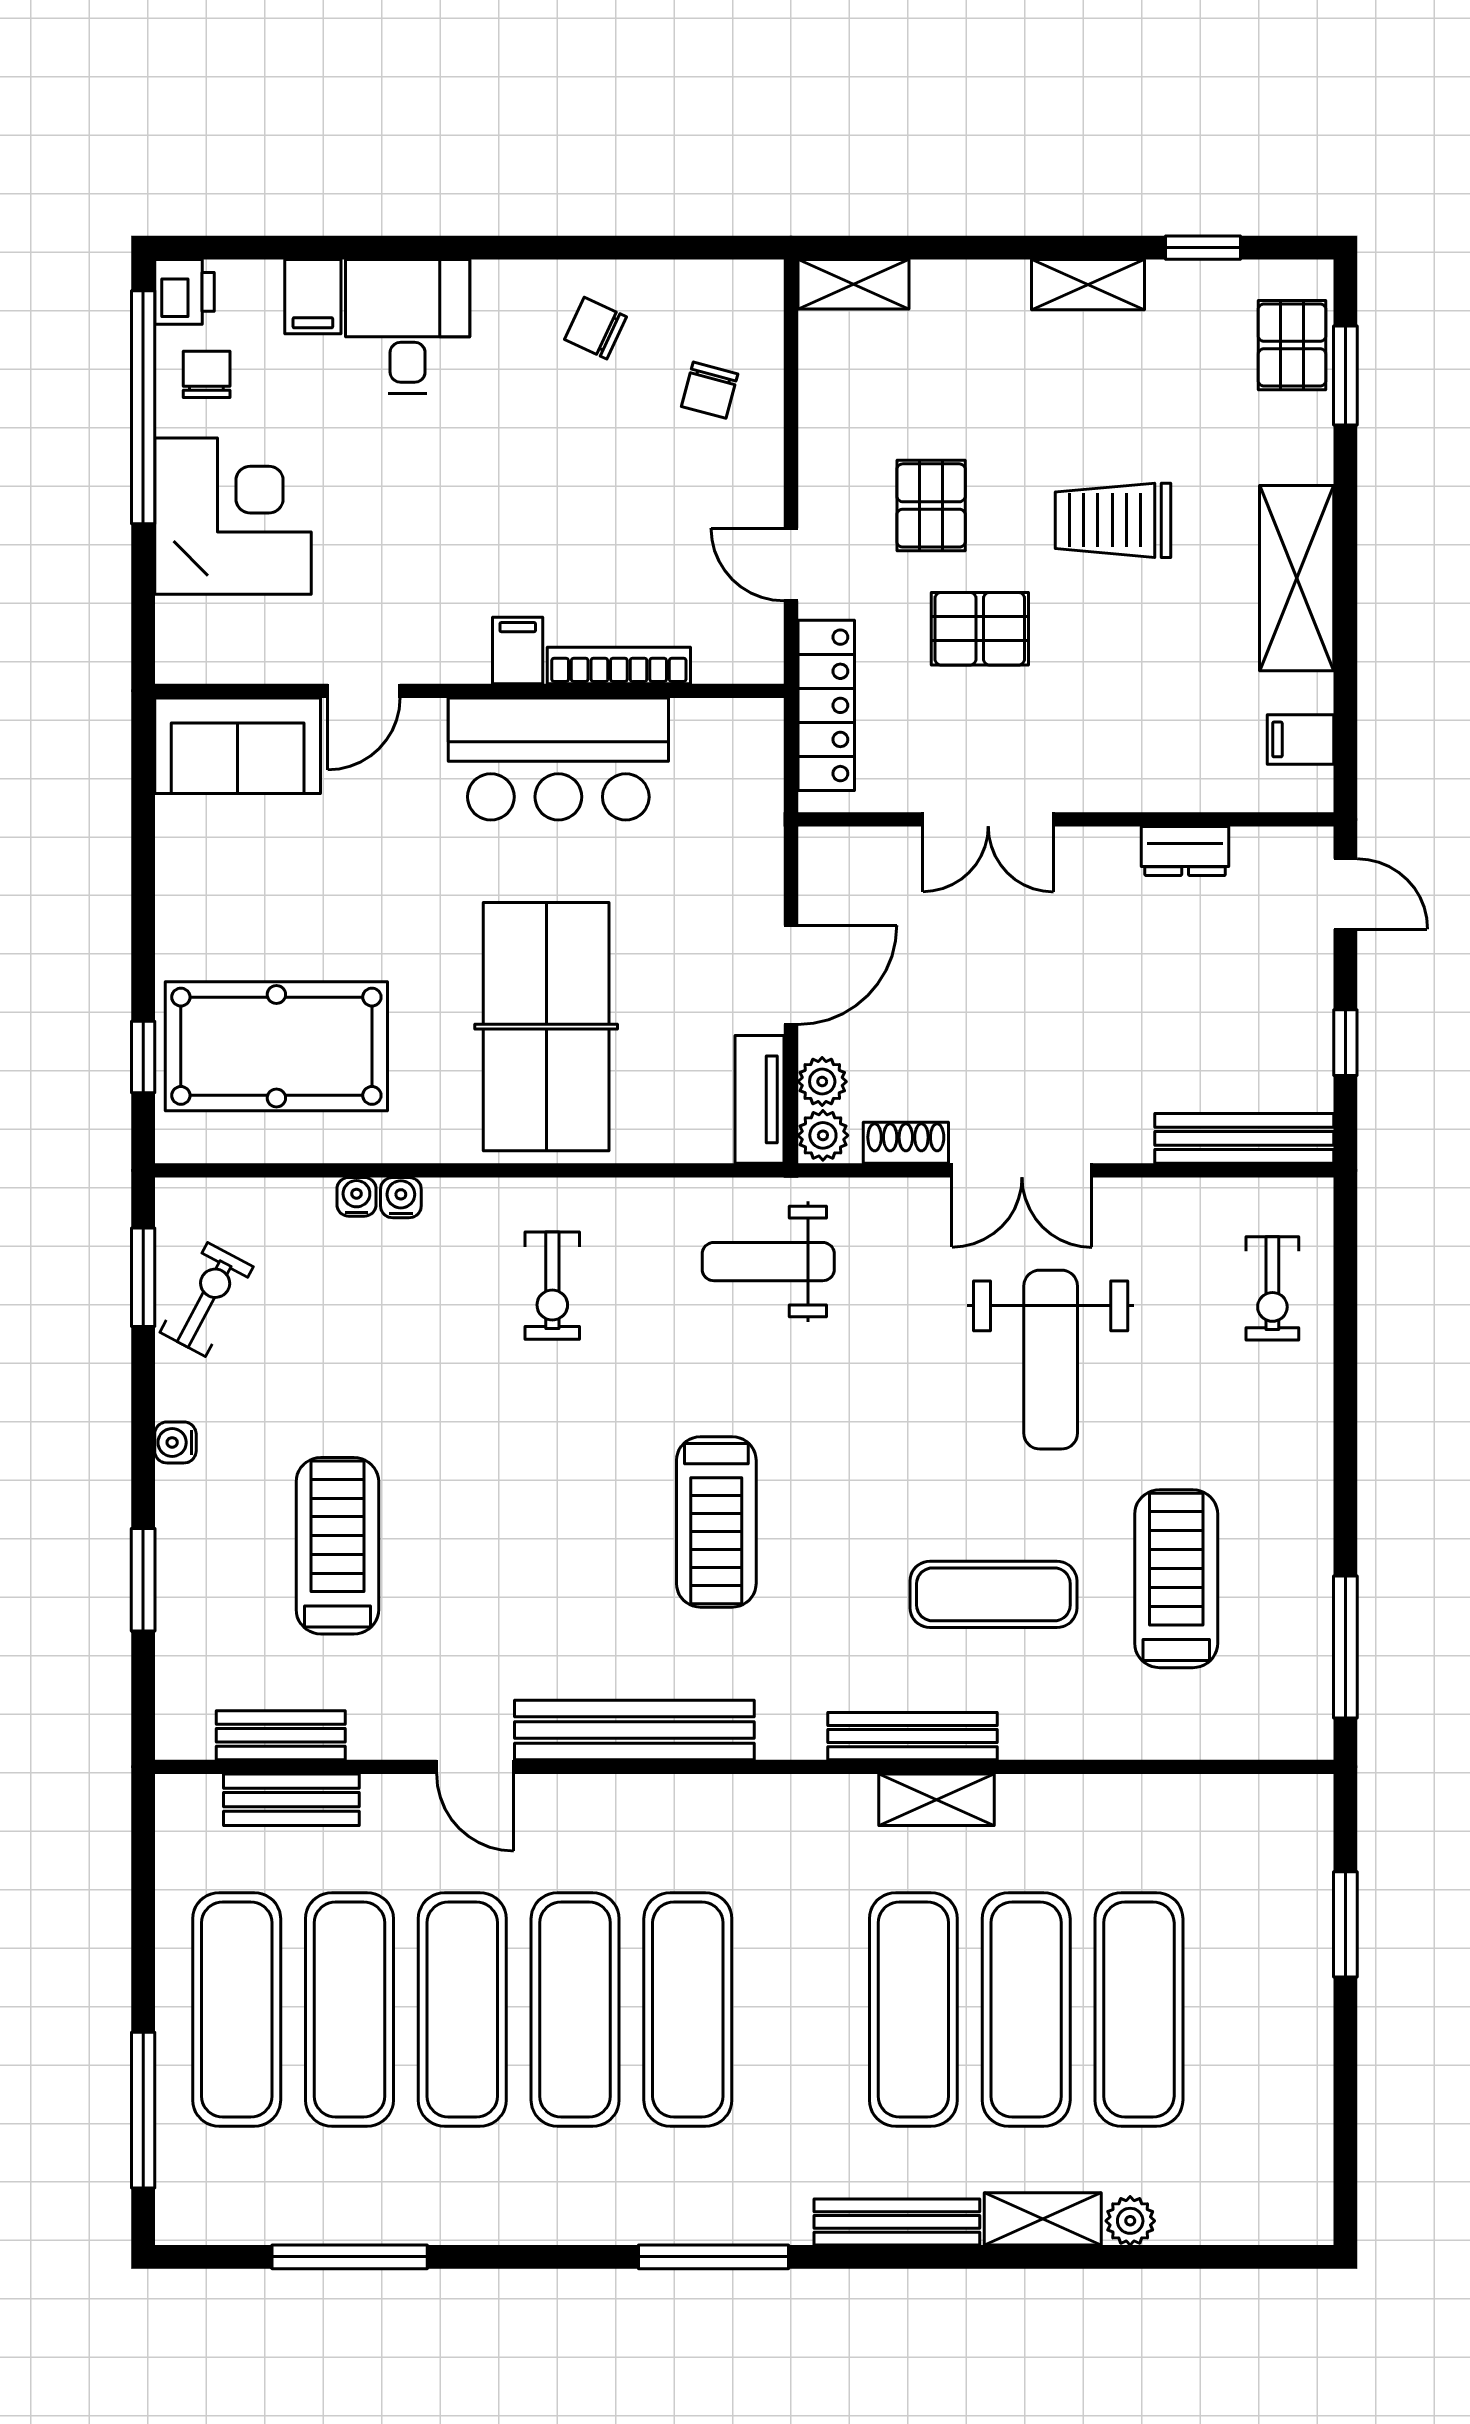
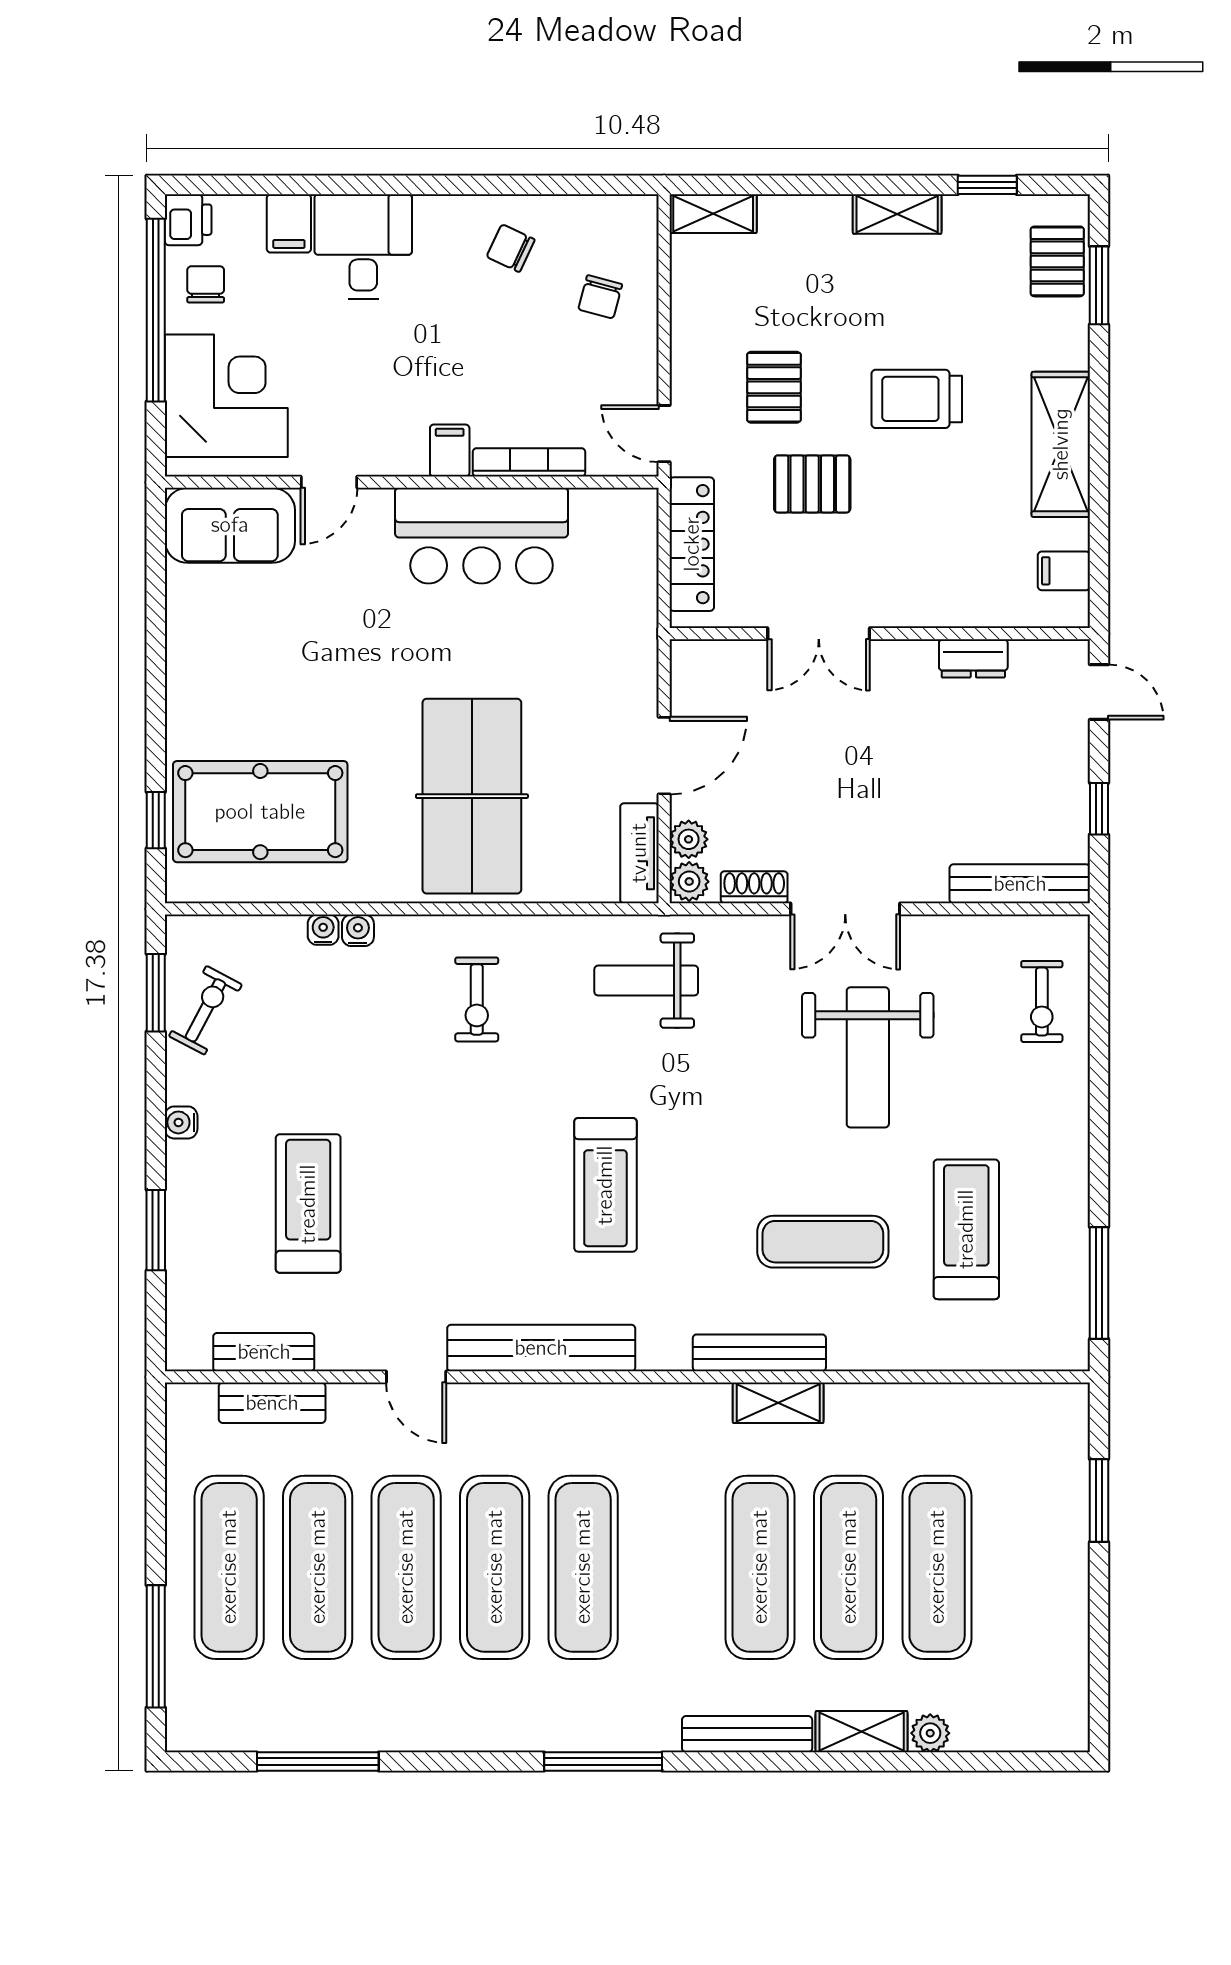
filing cabinet: (518, 650) -> (450, 451), moved
bookcase: (619, 666) -> (529, 462), moved
door: (364, 691) -> (329, 482), moved
wall: (469, 691) -> (412, 482), moved
sofa: (238, 746) -> (230, 525), moved
bar counter: (558, 759) -> (482, 536), moved

